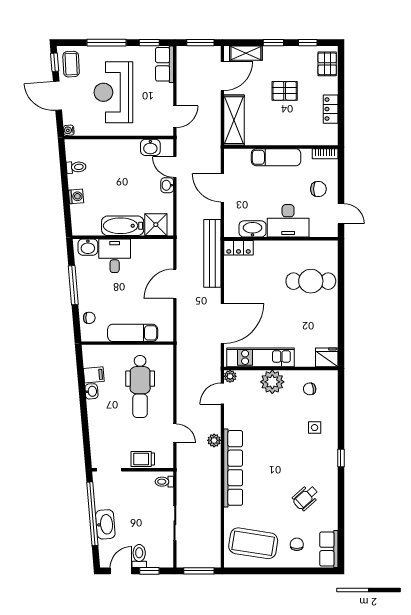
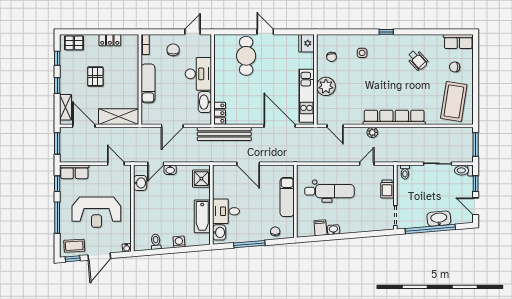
bathtub: (123, 226) -> (202, 216), moved
door: (341, 305) -> (265, 32), added
plant: (230, 376) -> (321, 120), removed
toilet: (139, 556) -> (464, 170), moved

